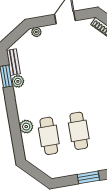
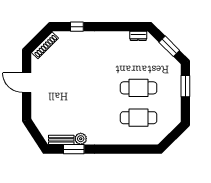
plant: (36, 32) -> (36, 113), removed
plant: (26, 127) -> (126, 138), removed

